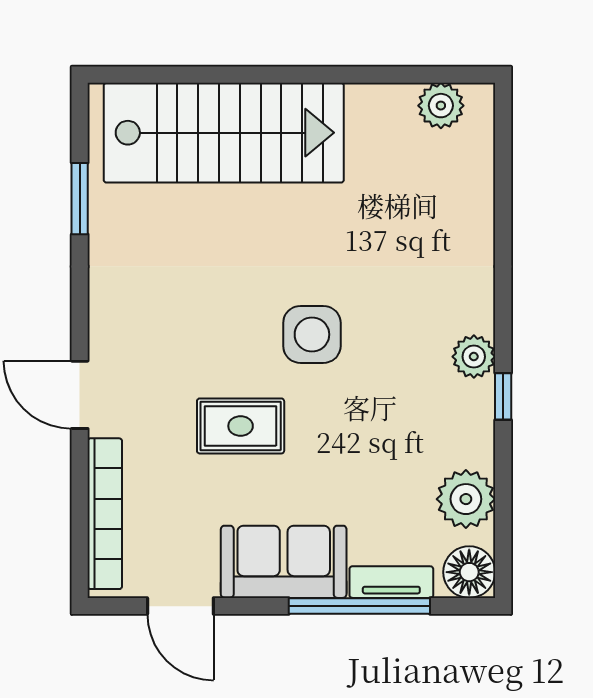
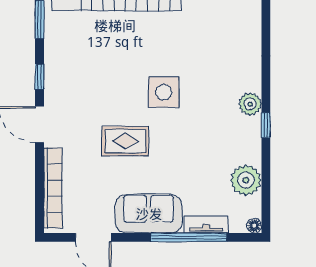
window: (80, 306) -> (39, 77), added
floor lamp: (469, 572) -> (254, 226), width x0.53, depth x0.53

